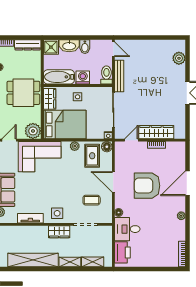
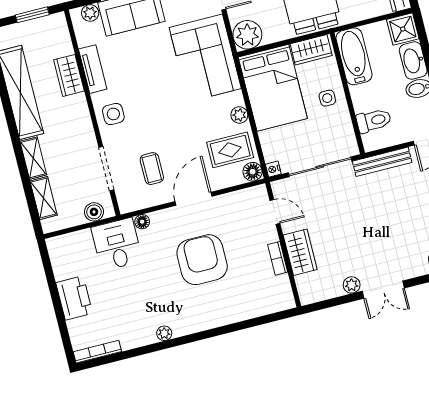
toilet: (106, 75) -> (374, 121), moved
washing machine: (83, 77) -> (364, 99), removed
plant: (181, 109) -> (352, 285), added
wardrobe: (156, 132) -> (300, 252), width x0.67
door: (188, 183) -> (224, 330), removed
wardrobe: (59, 232) -> (69, 75), moved
boiler: (107, 237) -> (94, 212), added
printer: (122, 252) -> (74, 298), moved, turned -90

